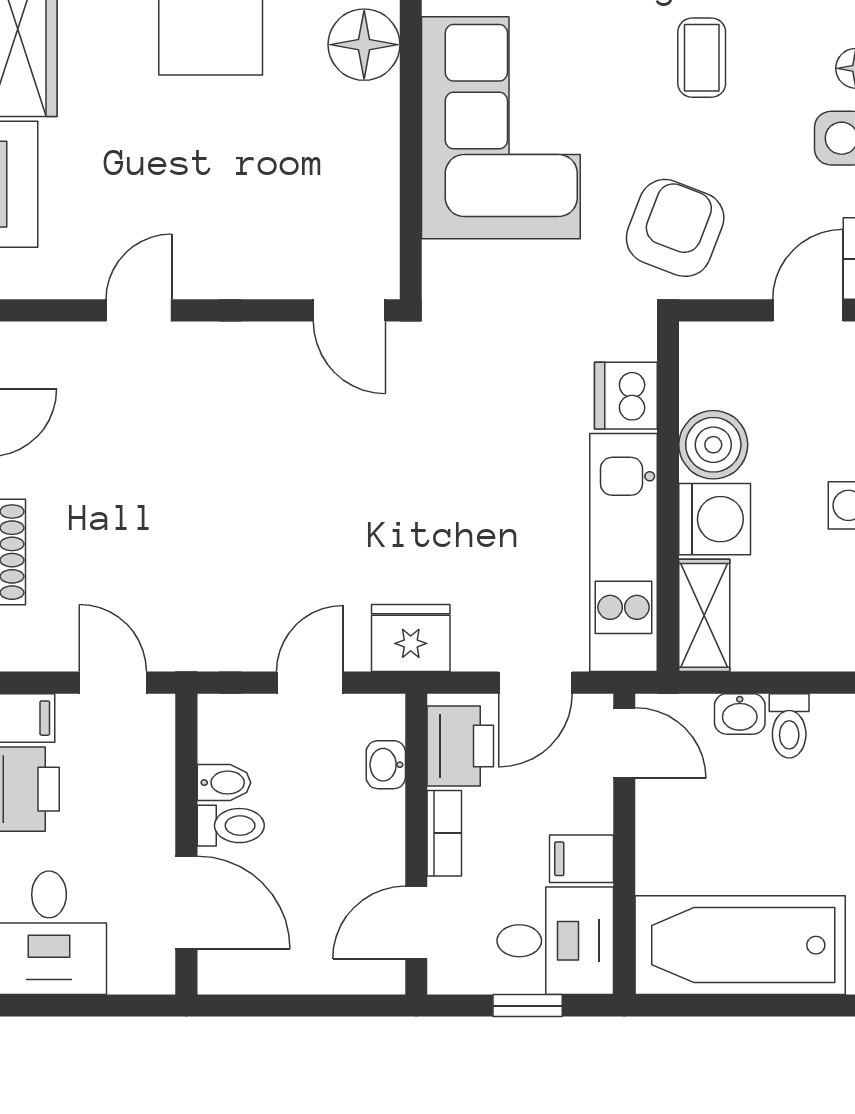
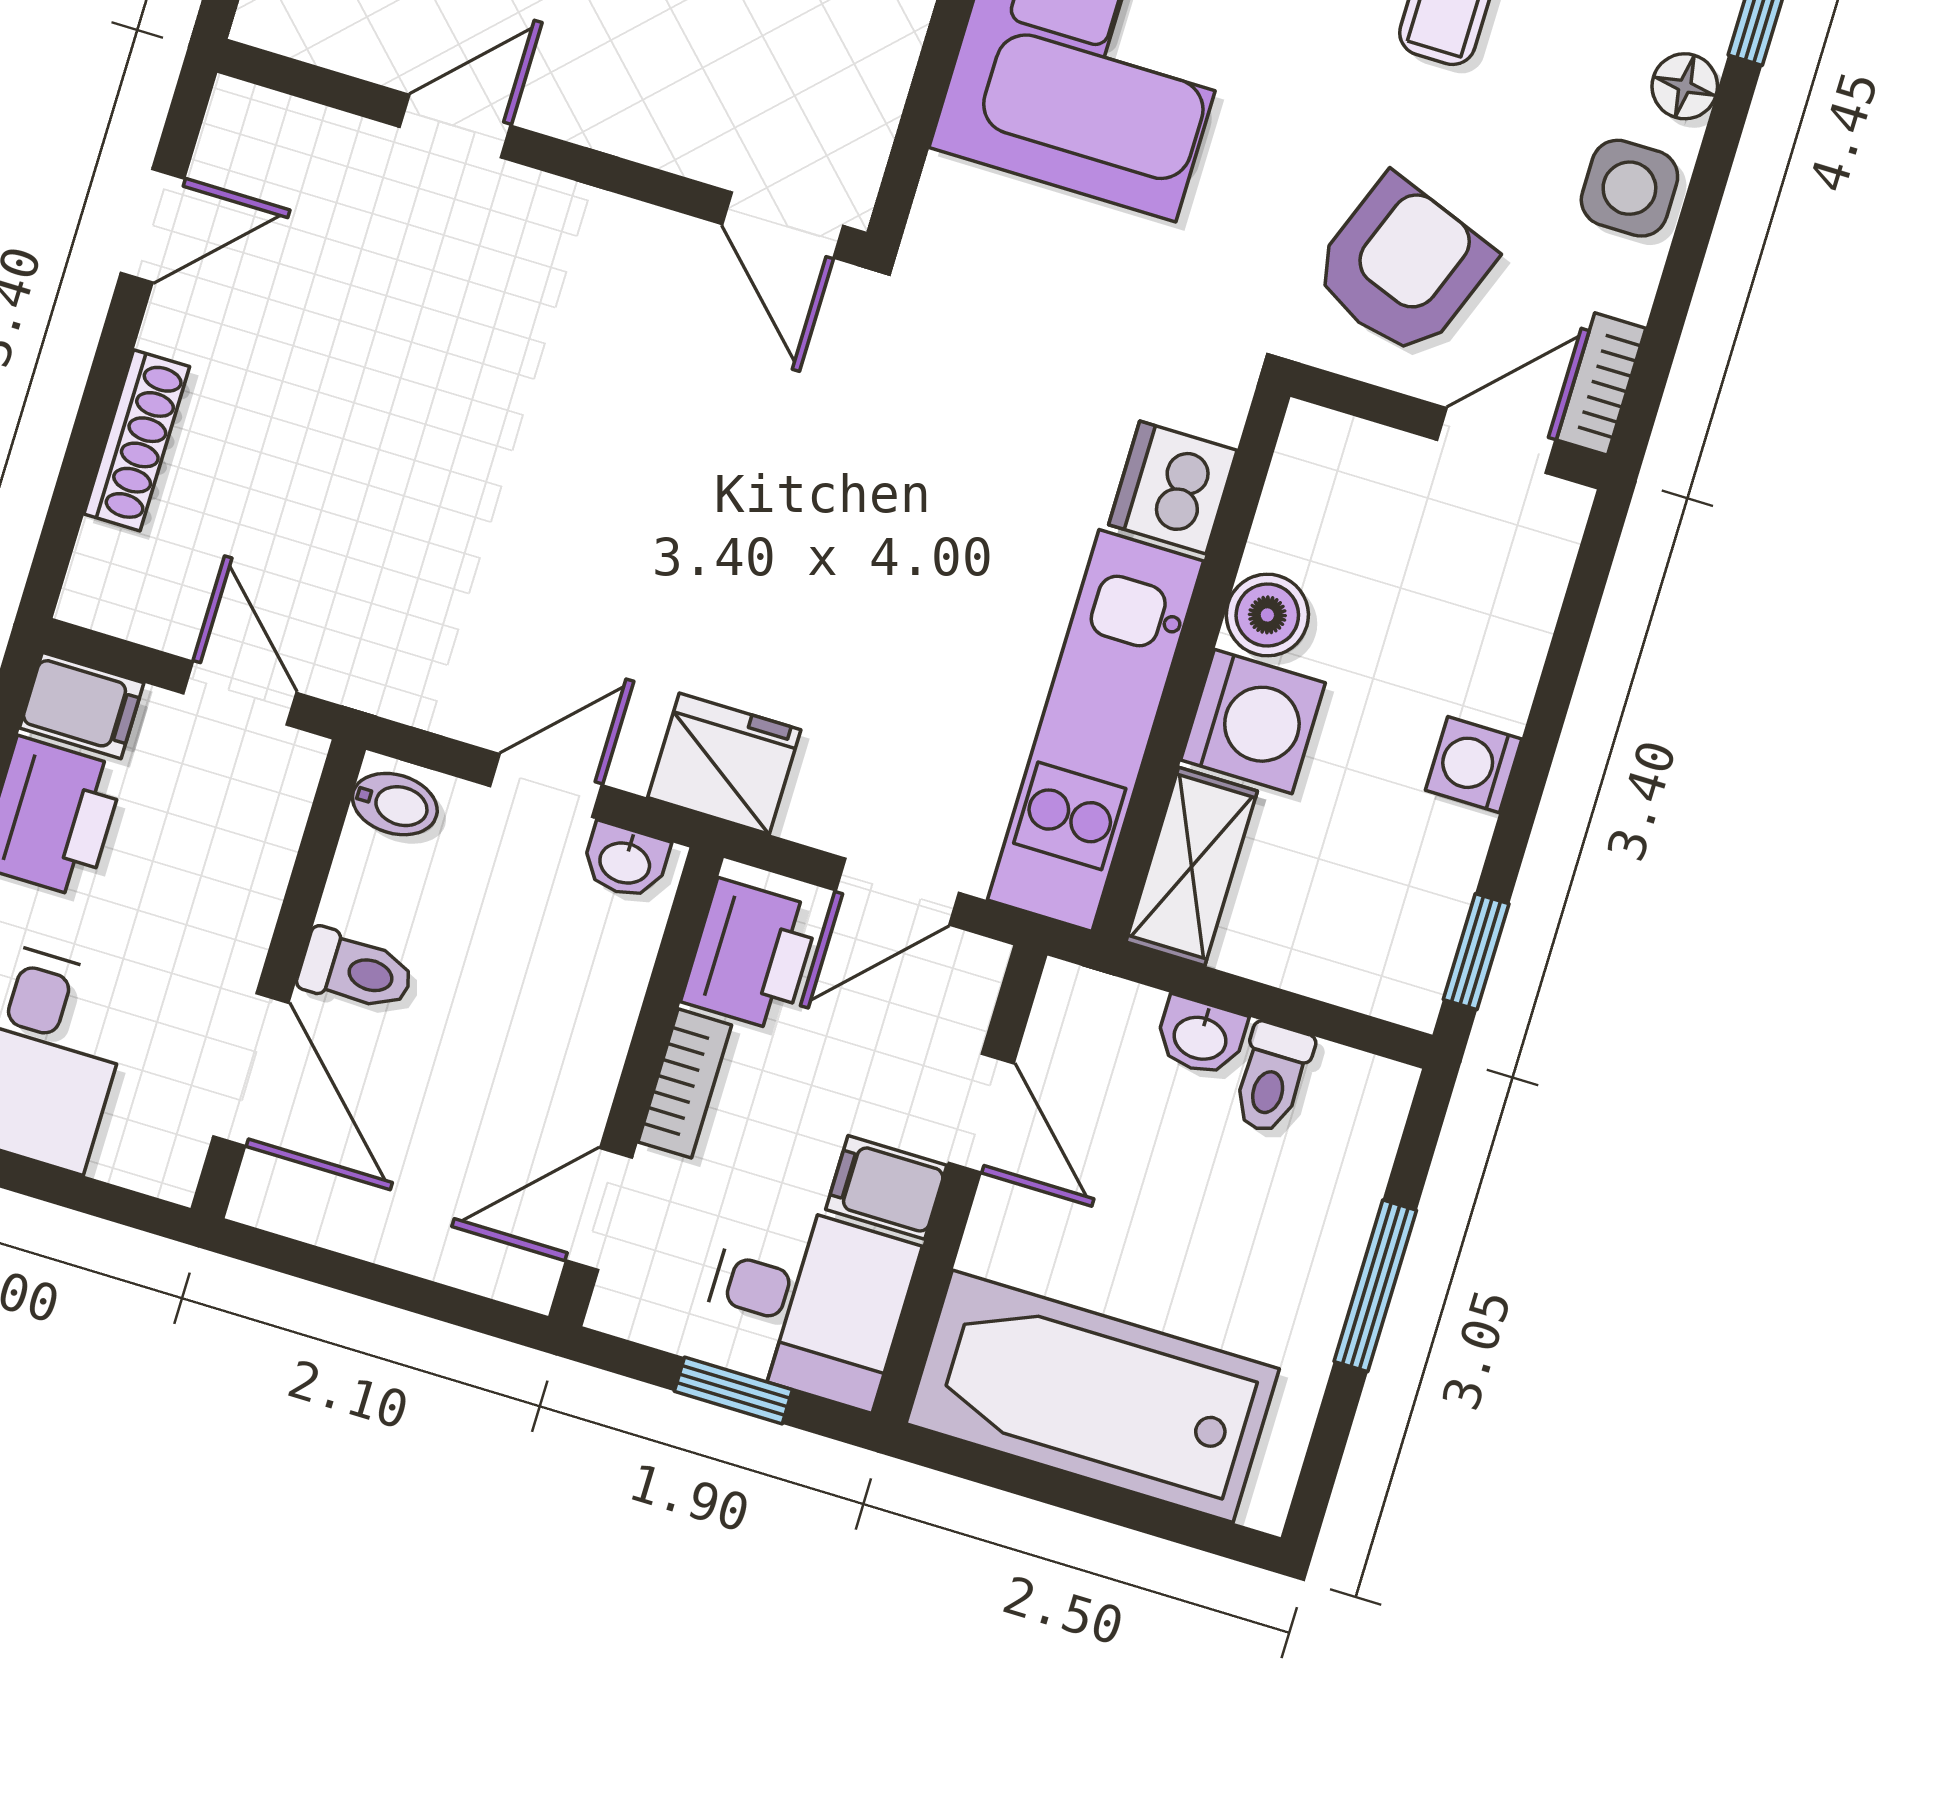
armchair: (675, 228) -> (1402, 267), moved
boiler: (713, 445) -> (1267, 615), width x0.73, depth x0.73
door: (624, 743) -> (981, 1113), moved
washbasin: (386, 765) -> (625, 861), moved, turned -90
bidet: (224, 783) -> (395, 804), moved

